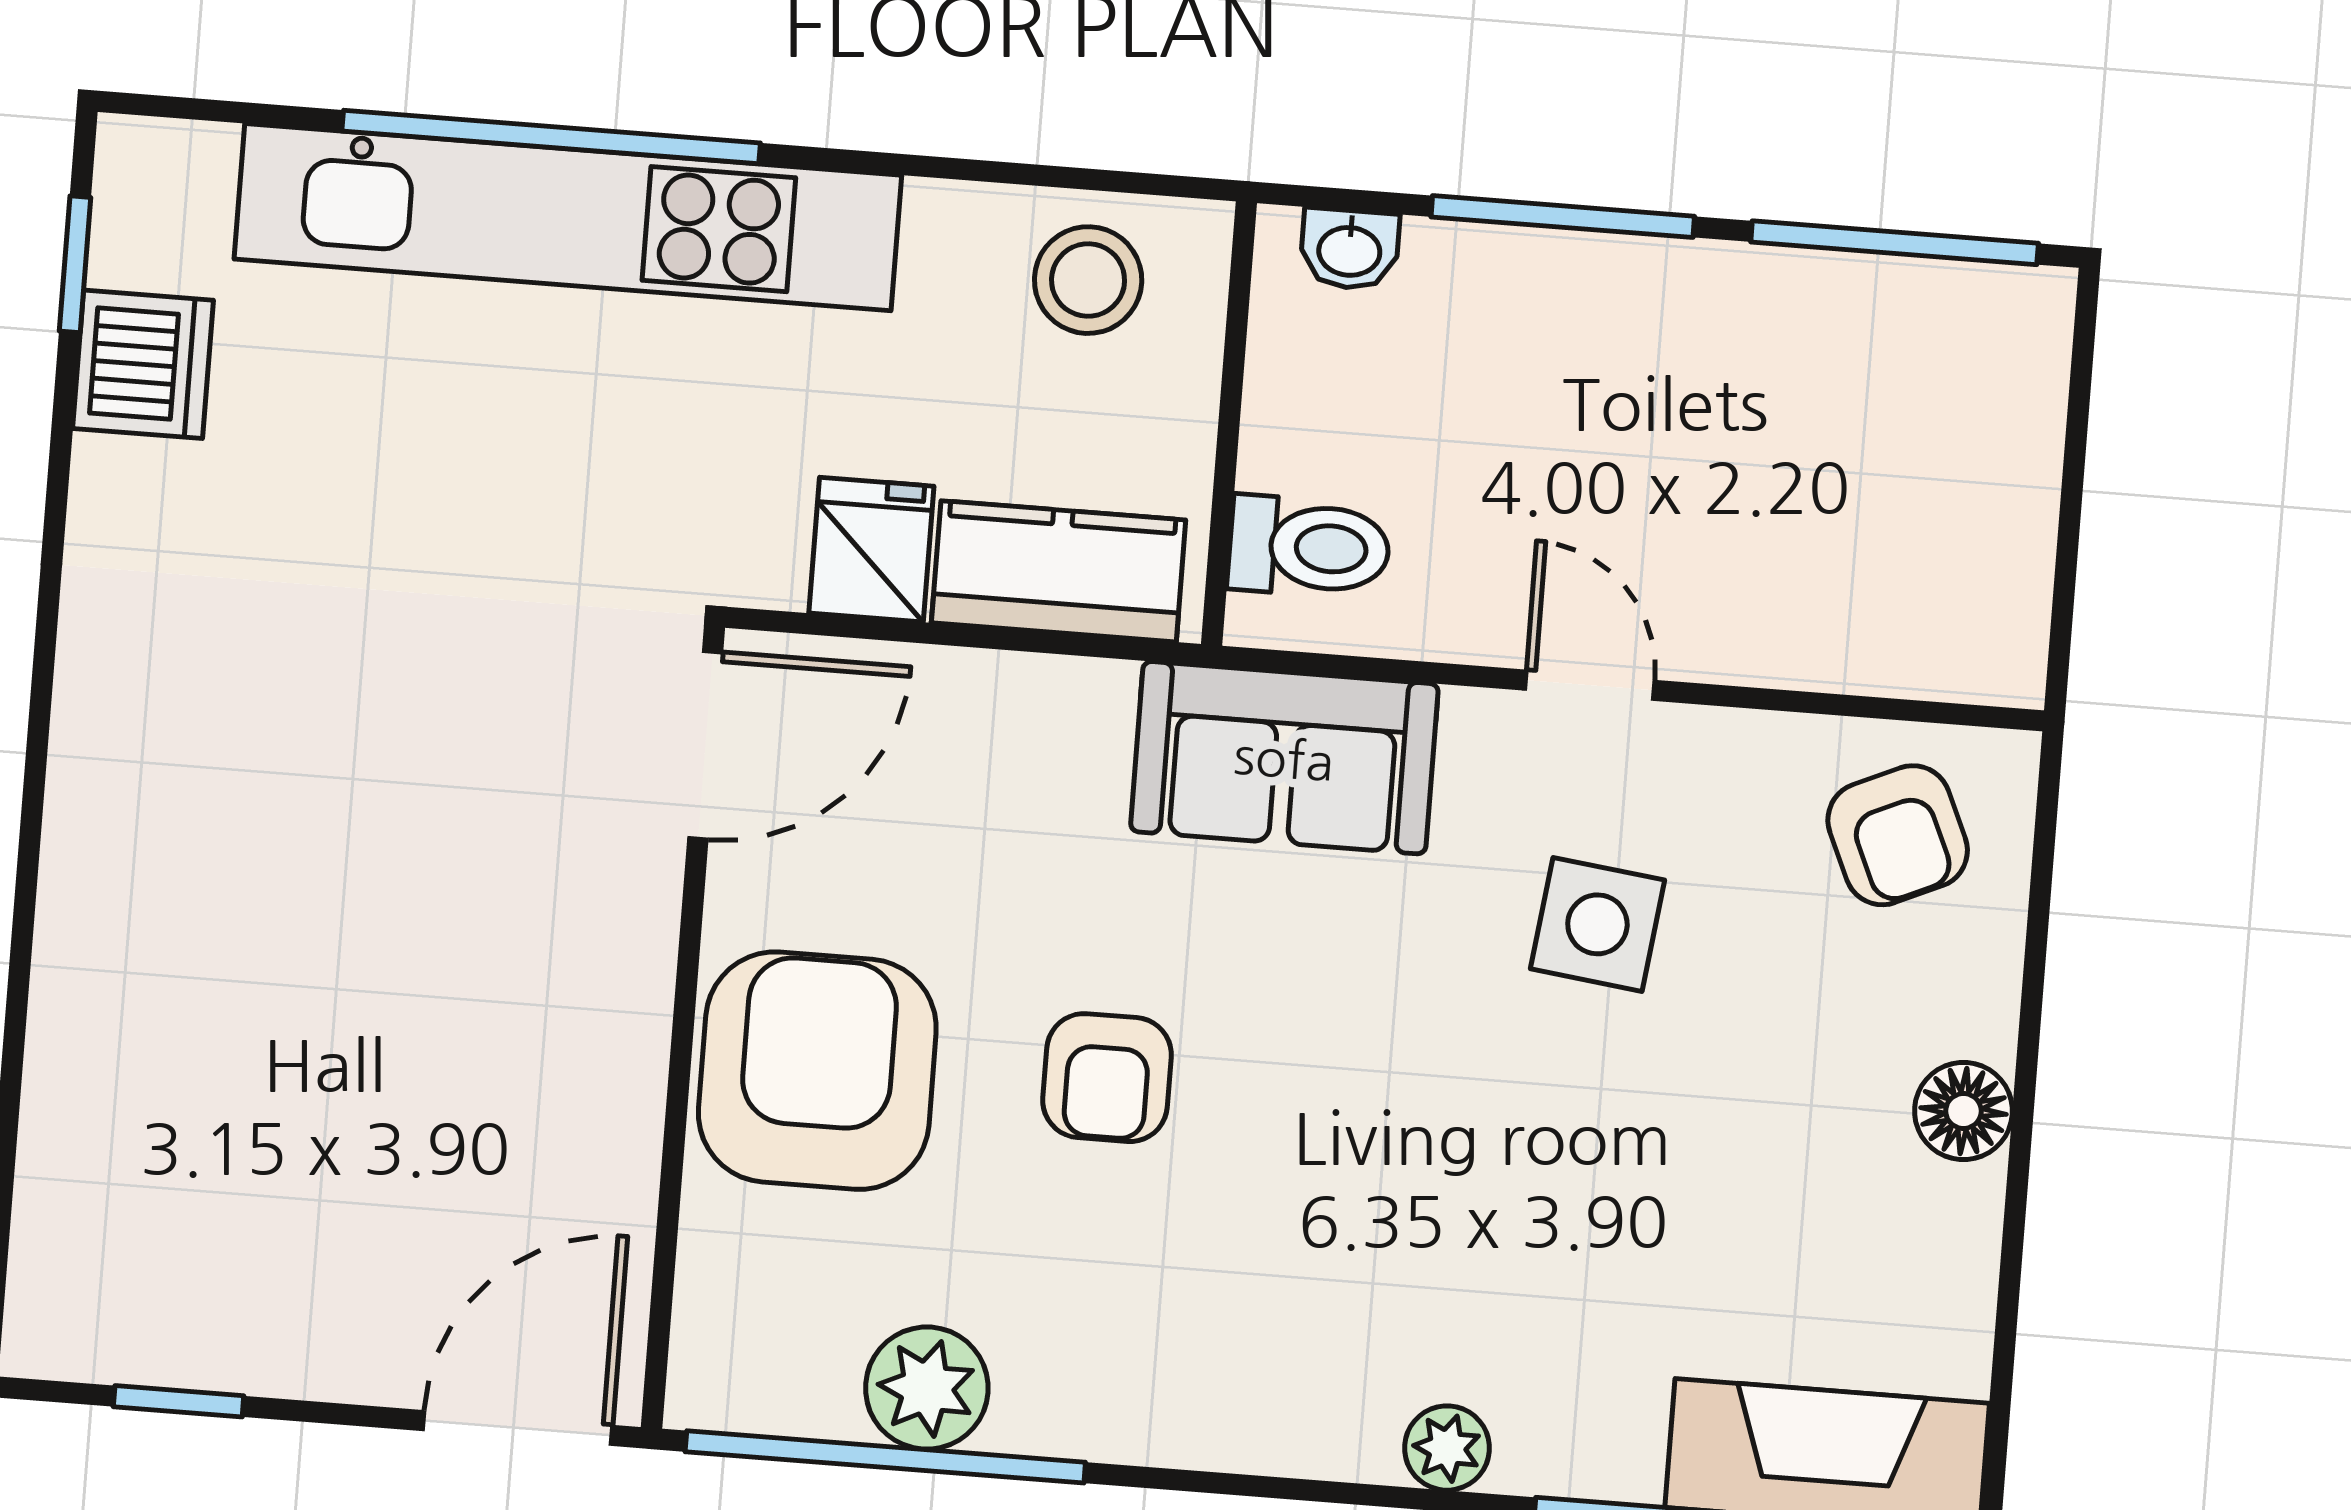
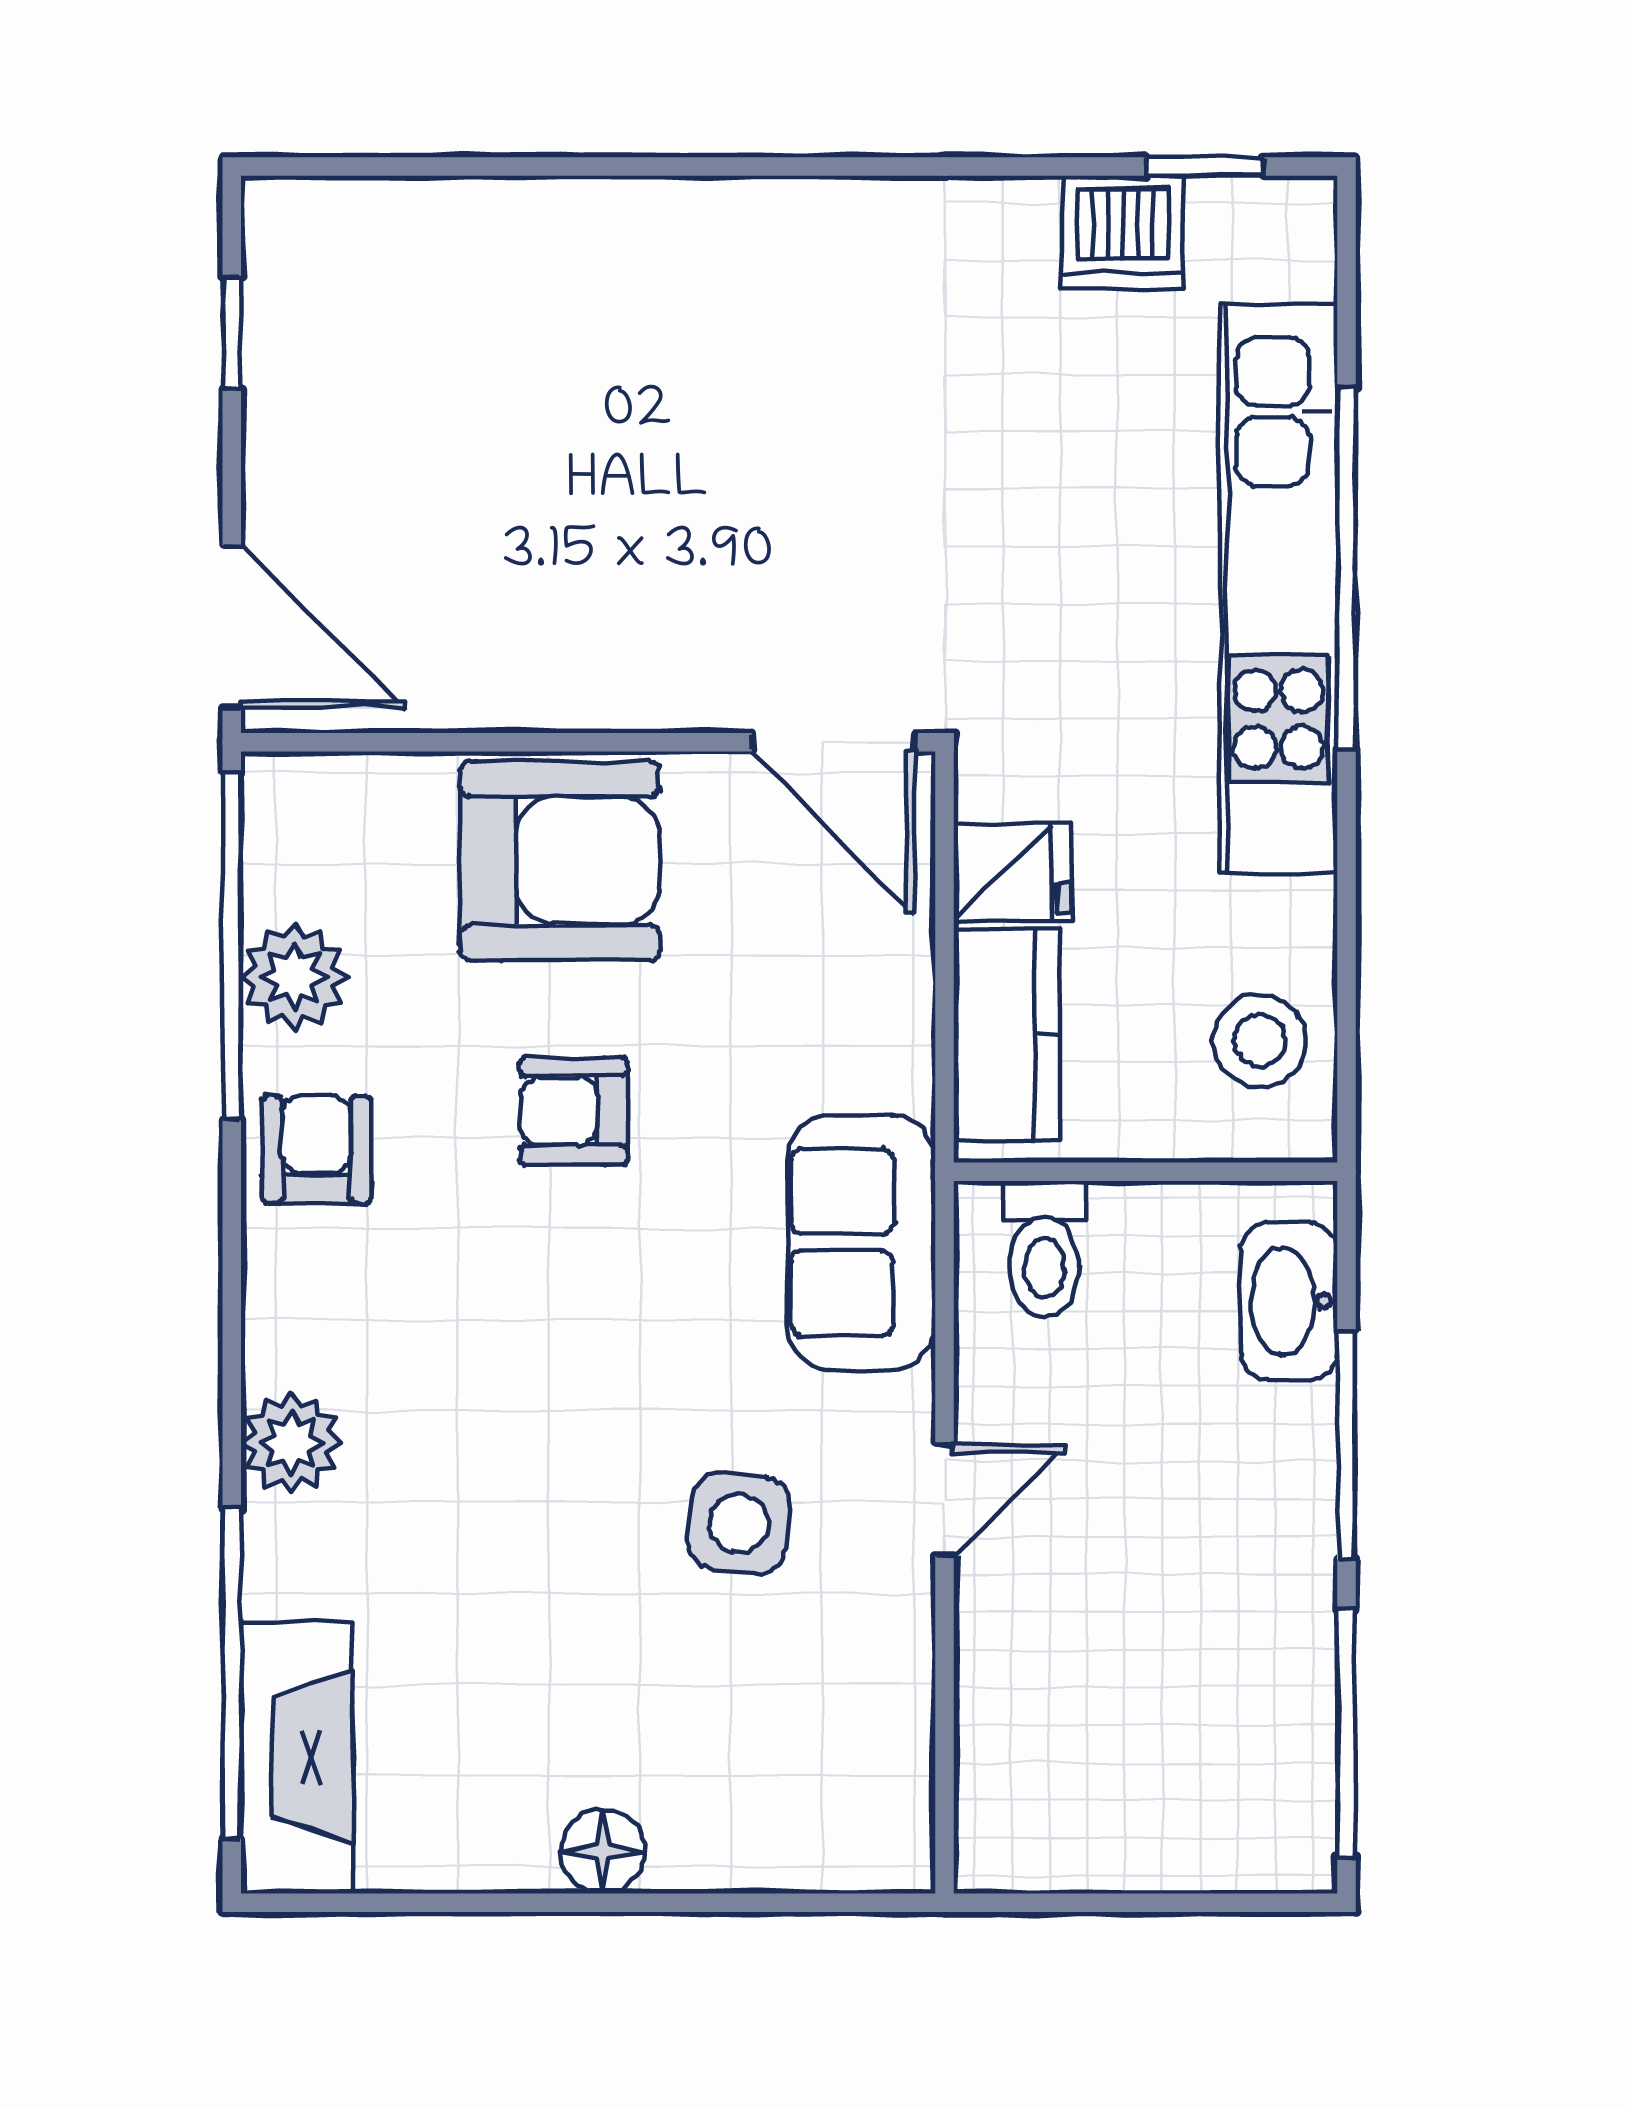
washbasin: (1349, 249) -> (1289, 1301), width x1.91, depth x1.45
armchair: (1898, 835) -> (316, 1149), moved, turned 114
plant: (1447, 1448) -> (291, 1443), width x1.38, depth x1.38

